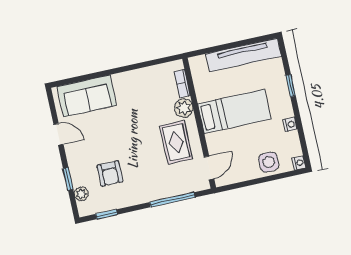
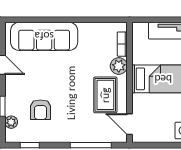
sofa: (87, 96) -> (44, 36), width x1.36
door: (209, 168) -> (130, 124), swing flipped

